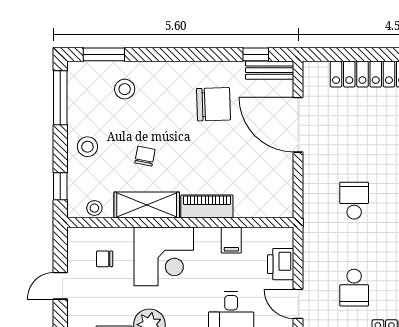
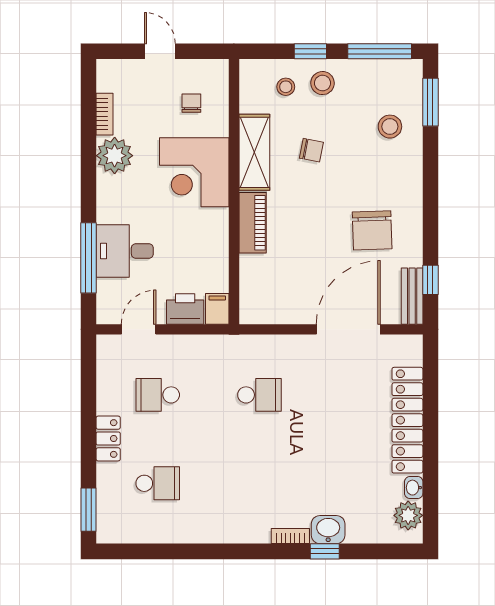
window: (60, 186) -> (310, 51), moved
stool: (94, 208) -> (286, 87), moved
filing cabinet: (231, 240) -> (217, 309), moved, turned 90

